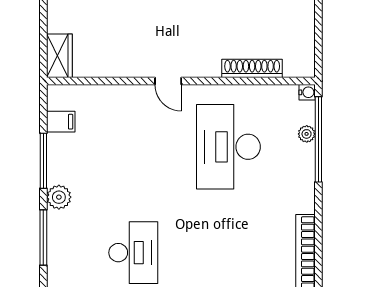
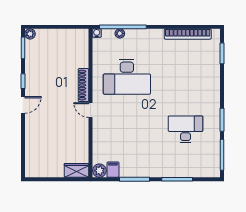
shoe rack: (252, 68) -> (83, 85), moved
door: (168, 81) -> (90, 110), swing flipped
plant: (59, 197) -> (99, 171), moved

